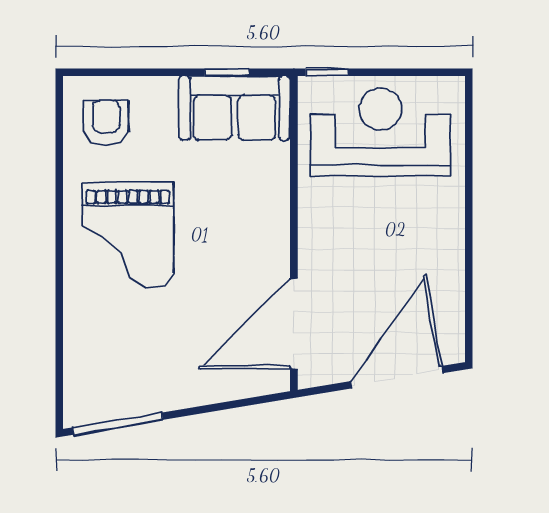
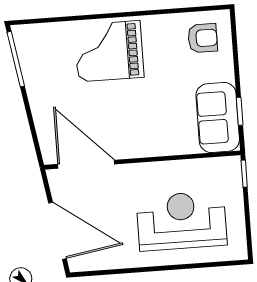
reception desk: (380, 132) -> (182, 221), moved, turned -90
grand piano: (128, 235) -> (109, 51), moved

